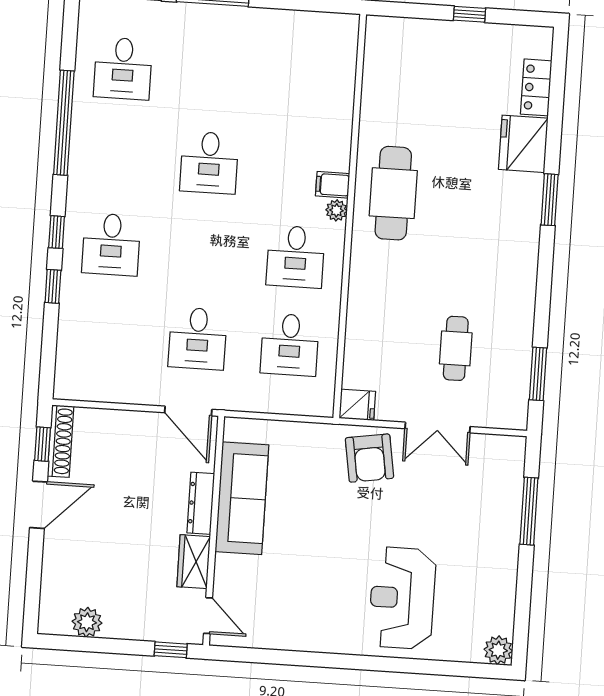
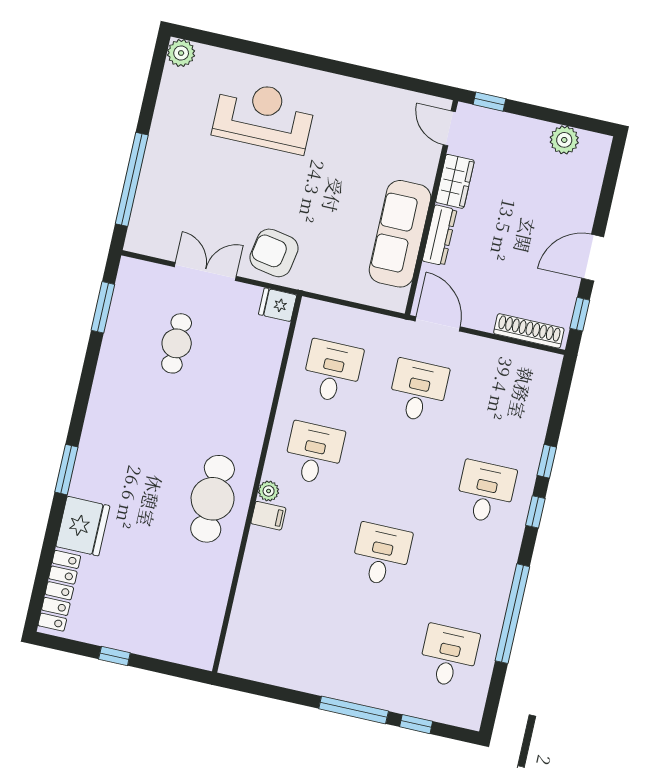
locker: (536, 87) -> (59, 591), width x1.53
shoe rack: (61, 441) -> (529, 331), moved, turned 90
armchair: (369, 458) -> (274, 253), turned -71
window: (529, 511) -> (132, 179), width x1.46
reception desk: (402, 598) -> (264, 116), turned -90

